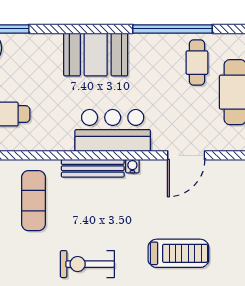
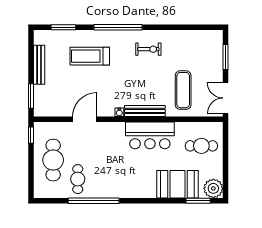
booth: (96, 54) -> (177, 184), moved
bar counter: (113, 130) -> (150, 135), moved
exercise bike: (87, 264) -> (148, 49), width x0.73, depth x0.72

